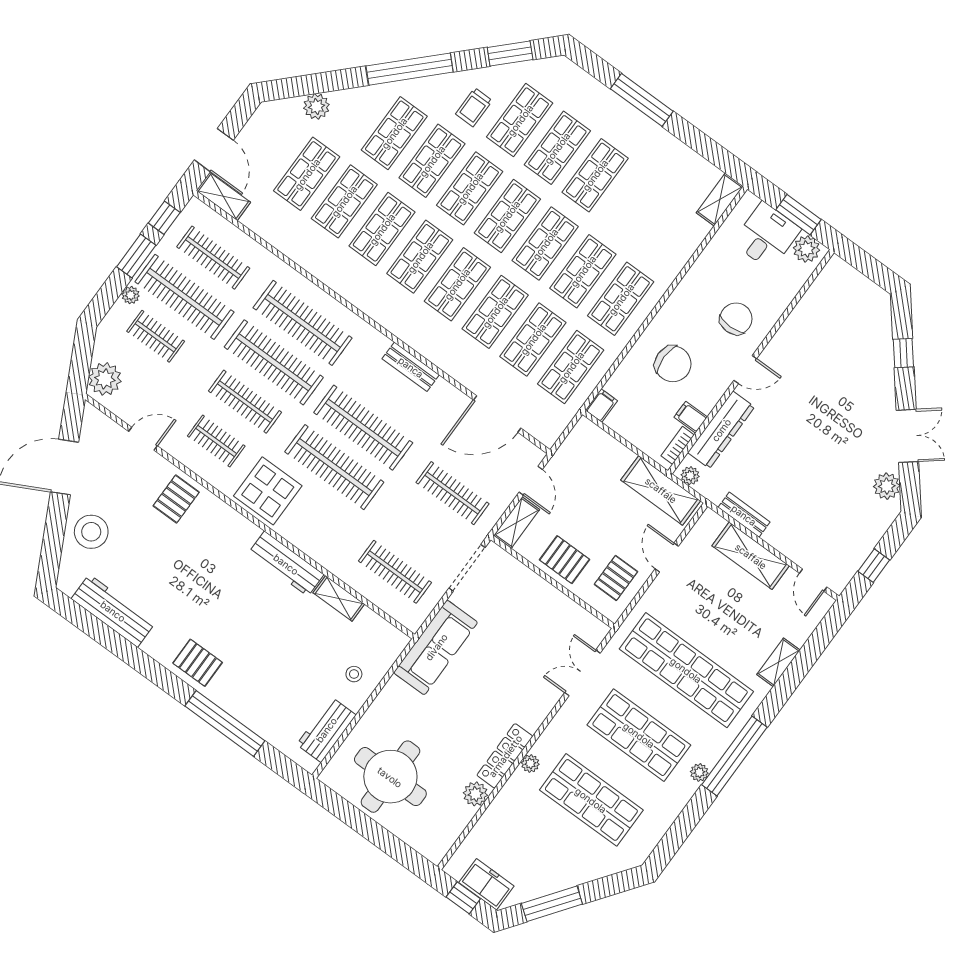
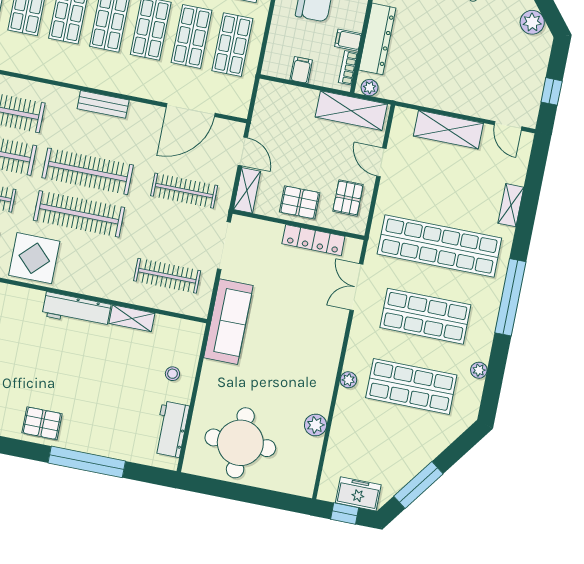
filing cabinet: (601, 405) -> (301, 70), moved
bench: (744, 515) -> (428, 99), removed
locker: (505, 756) -> (313, 240), moved, turned -90
plant: (699, 772) -> (479, 370), moved

